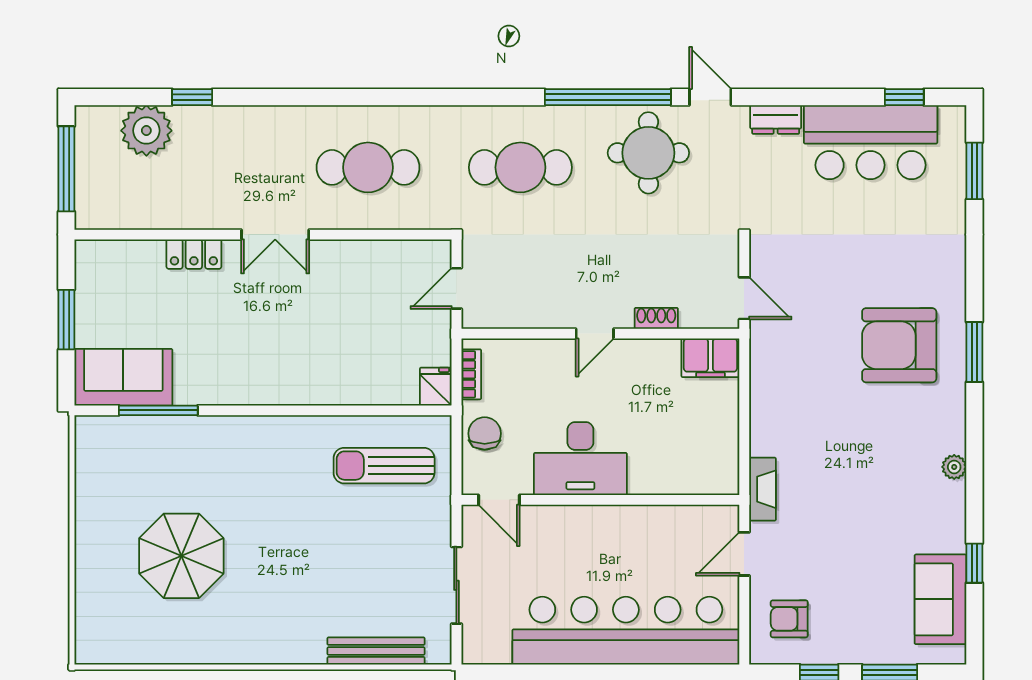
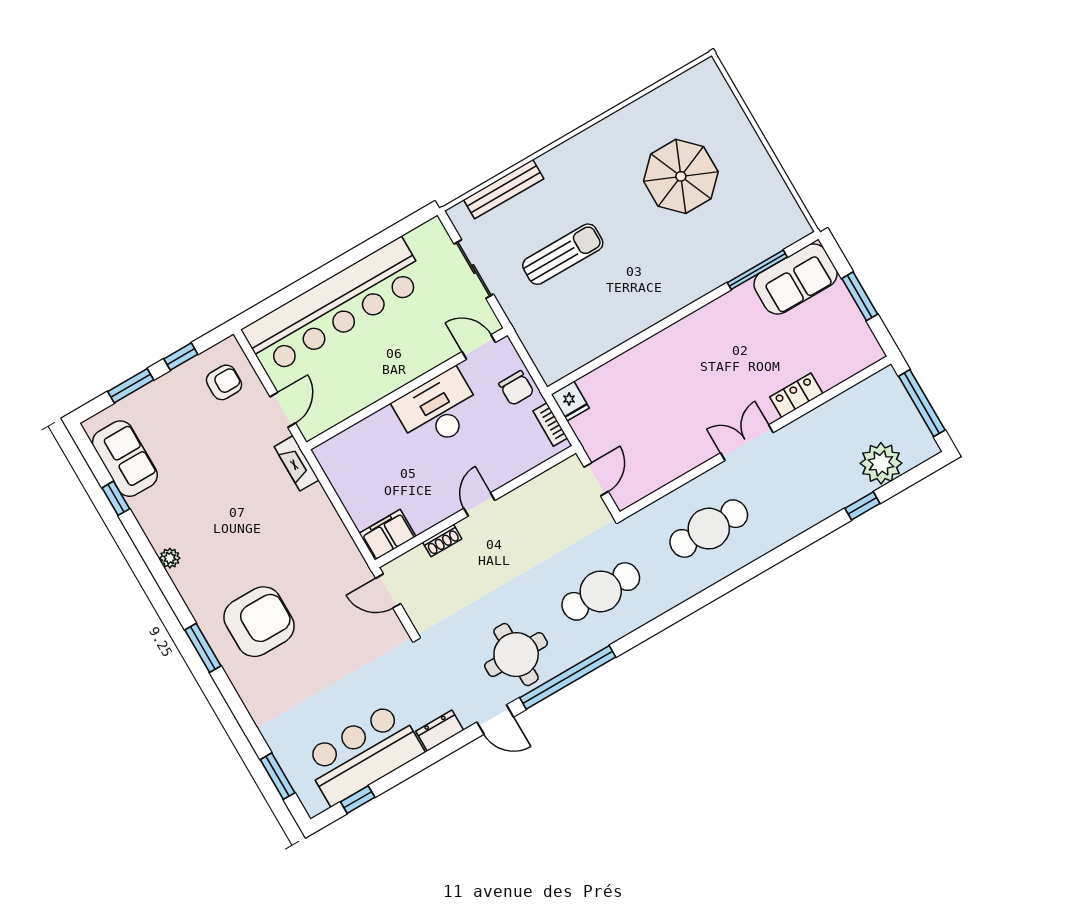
sun lounger: (384, 466) -> (563, 254), moved

